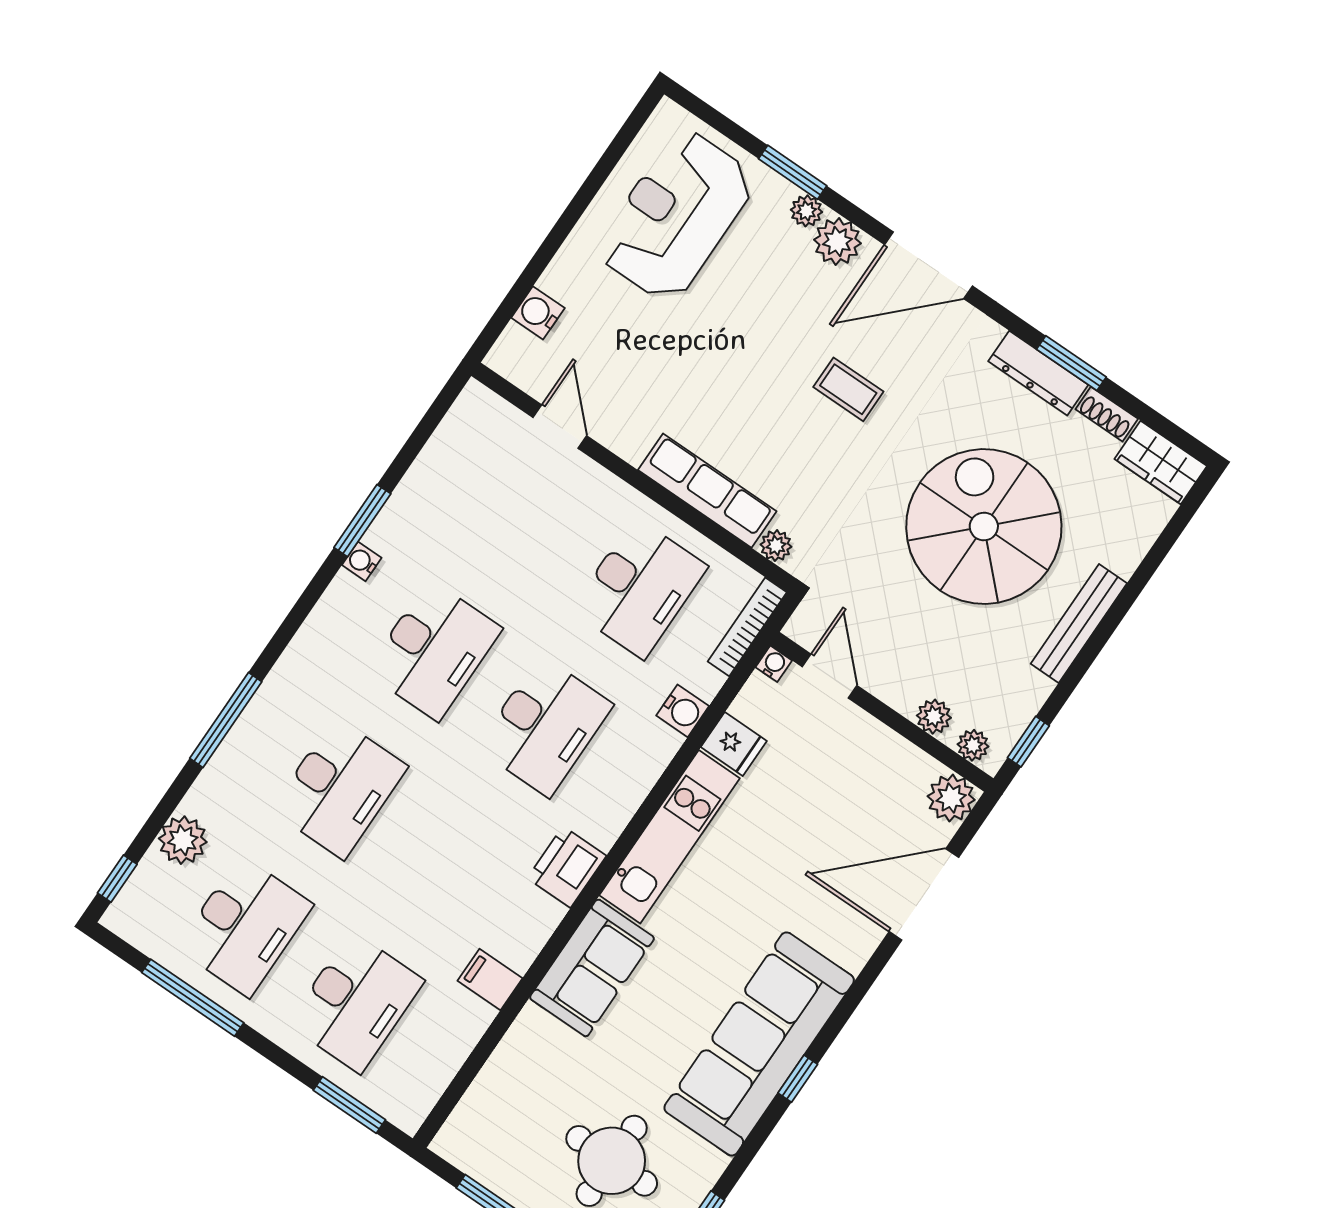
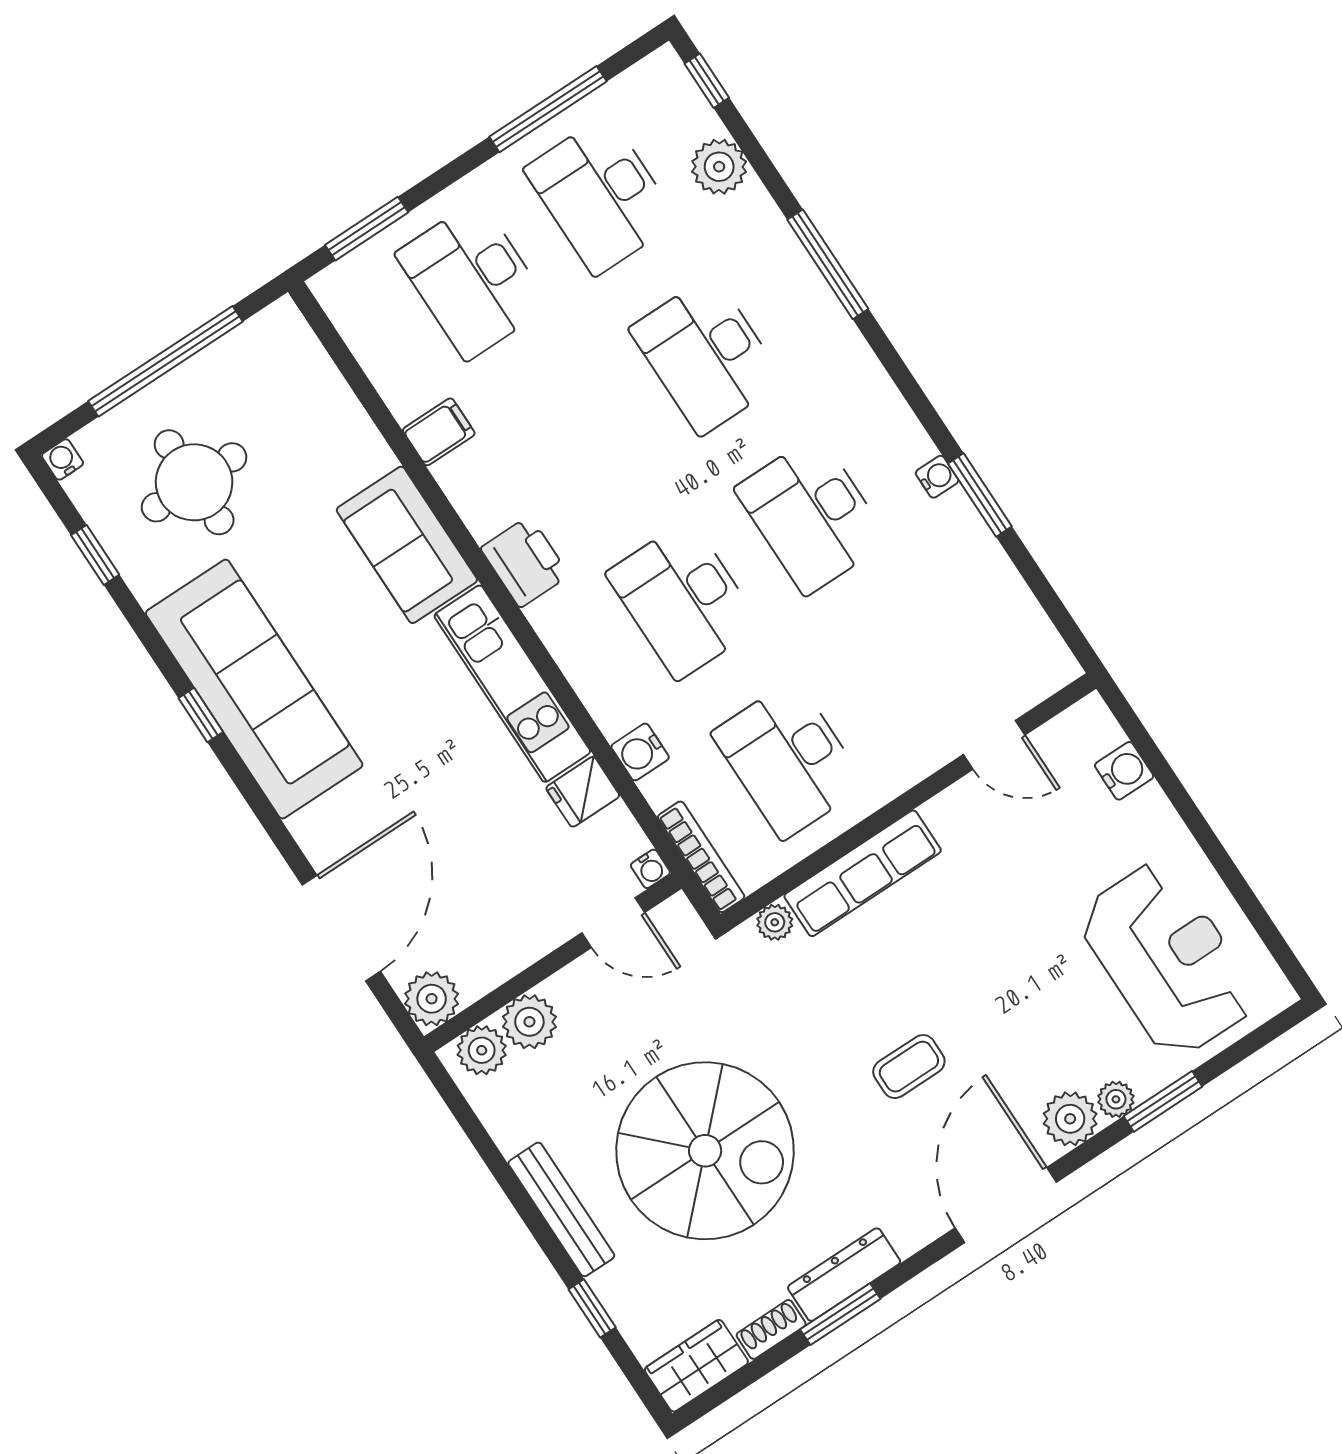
plant: (934, 717) -> (529, 1022), width x1.38, depth x1.38
window: (1028, 742) -> (592, 1308), moved
plant: (973, 745) -> (482, 1050), width x1.38, depth x1.38

